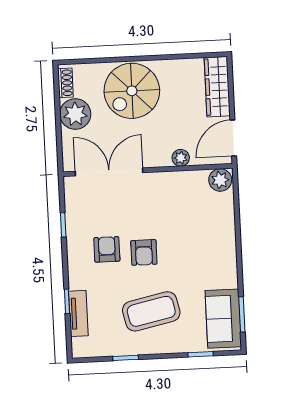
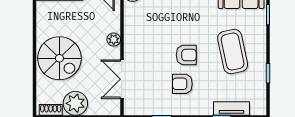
plant: (181, 158) -> (114, 40), moved
double door: (109, 172) -> (122, 79), width x0.73

